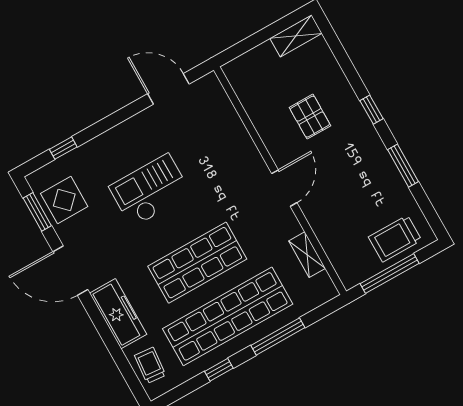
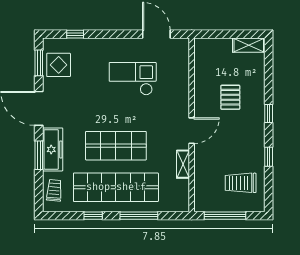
window: (403, 166) -> (269, 157), width x0.67
checkout: (150, 191) -> (133, 79), moved
trolley: (395, 239) -> (241, 183), moved
shelving: (307, 255) -> (183, 164), moved
window: (104, 331) -> (39, 155), added

